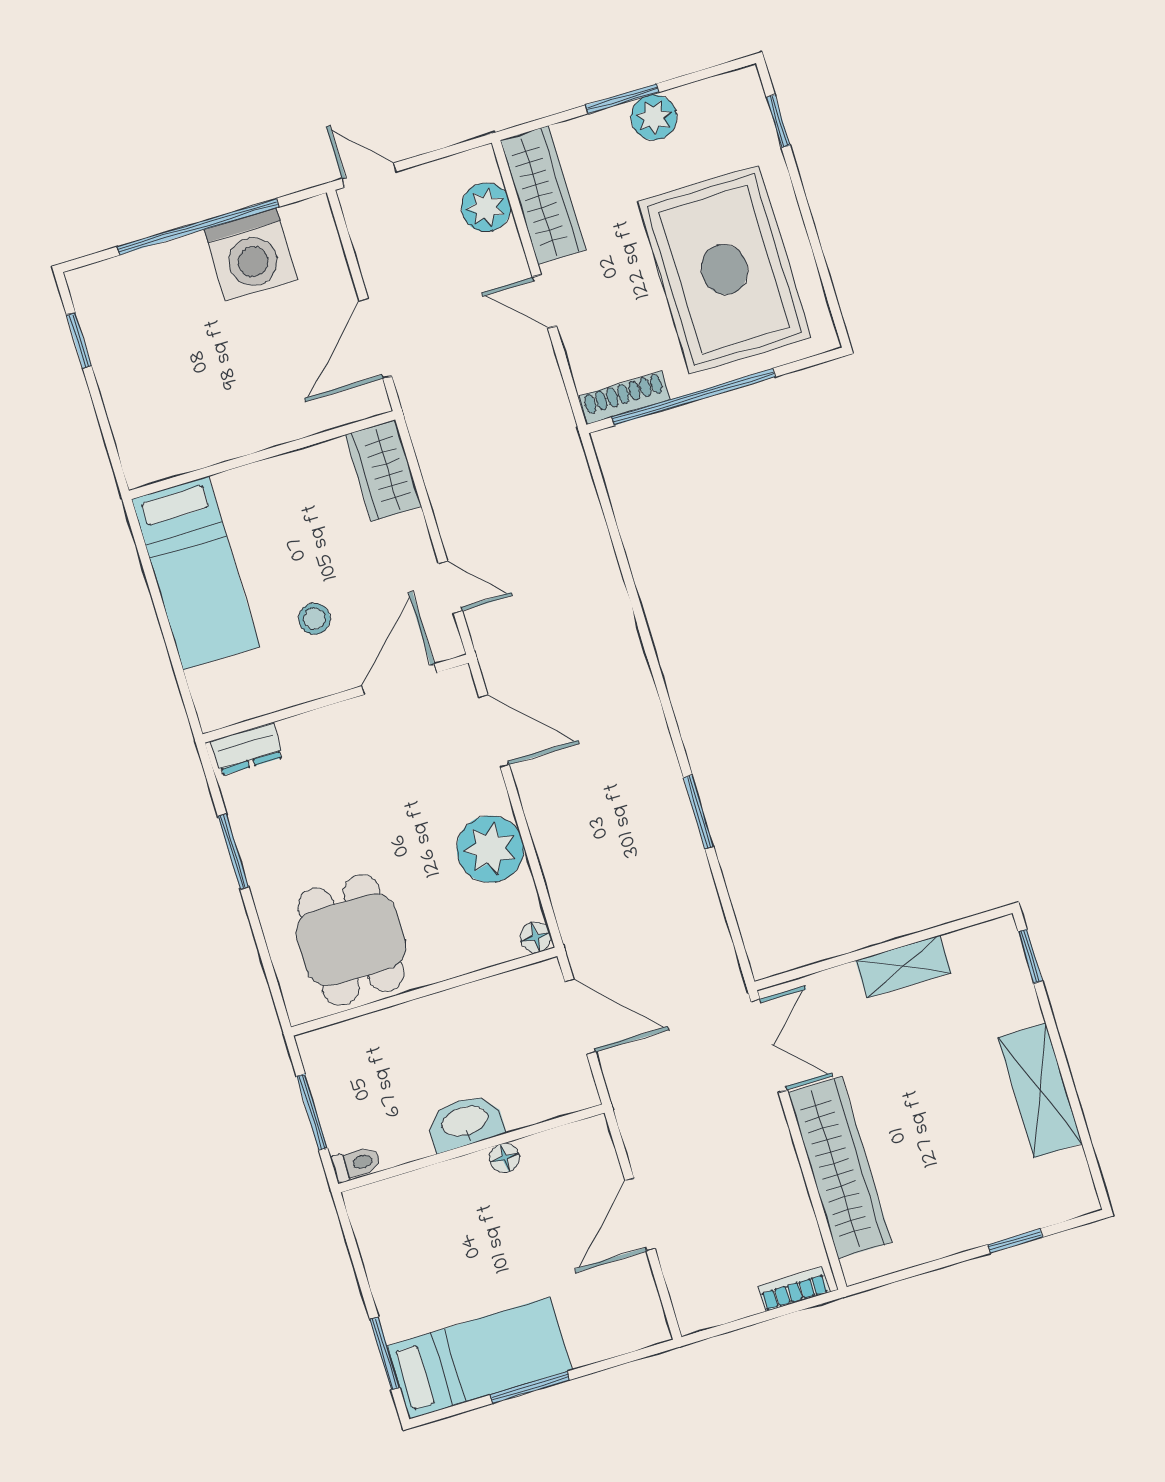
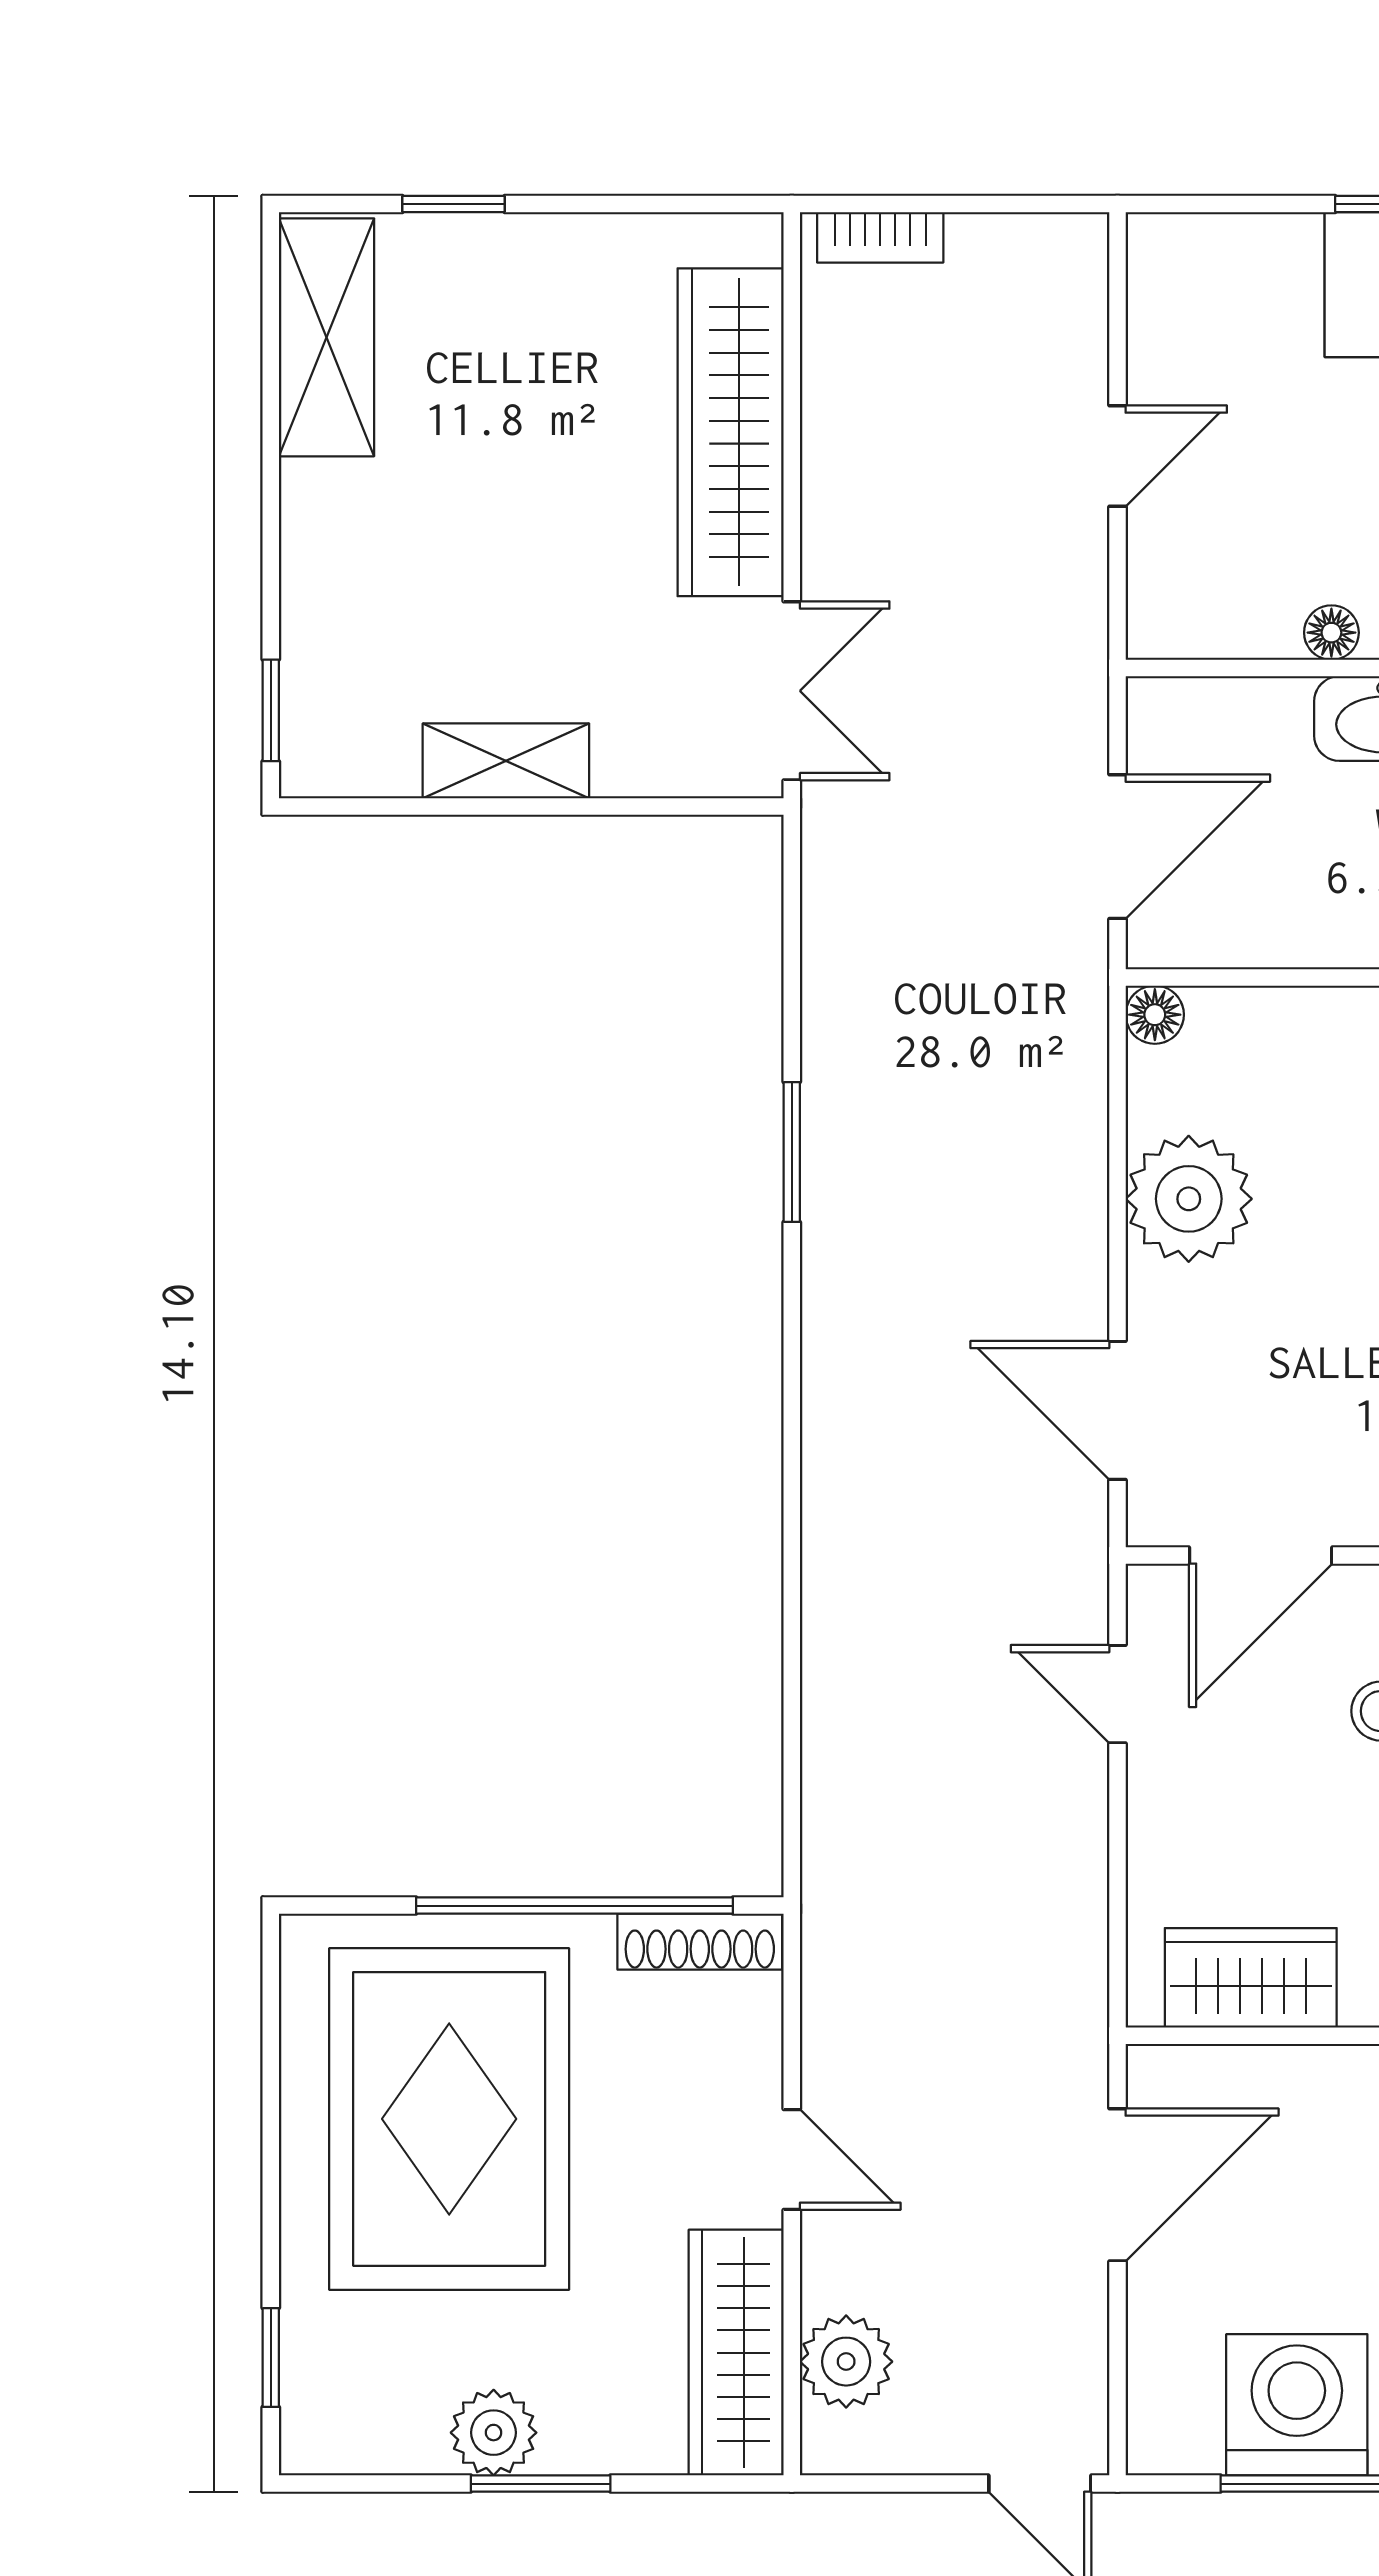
wardrobe: (383, 470) -> (1251, 1978), moved, turned -90
door: (580, 1017) -> (1117, 847), swing flipped
double door: (769, 1046) -> (792, 691), swing flipped
shelving: (1040, 1090) -> (327, 337), moved
door: (640, 1215) -> (1117, 456), width x0.73

